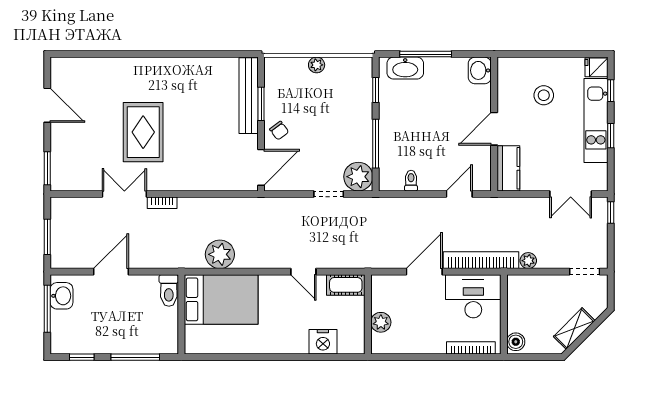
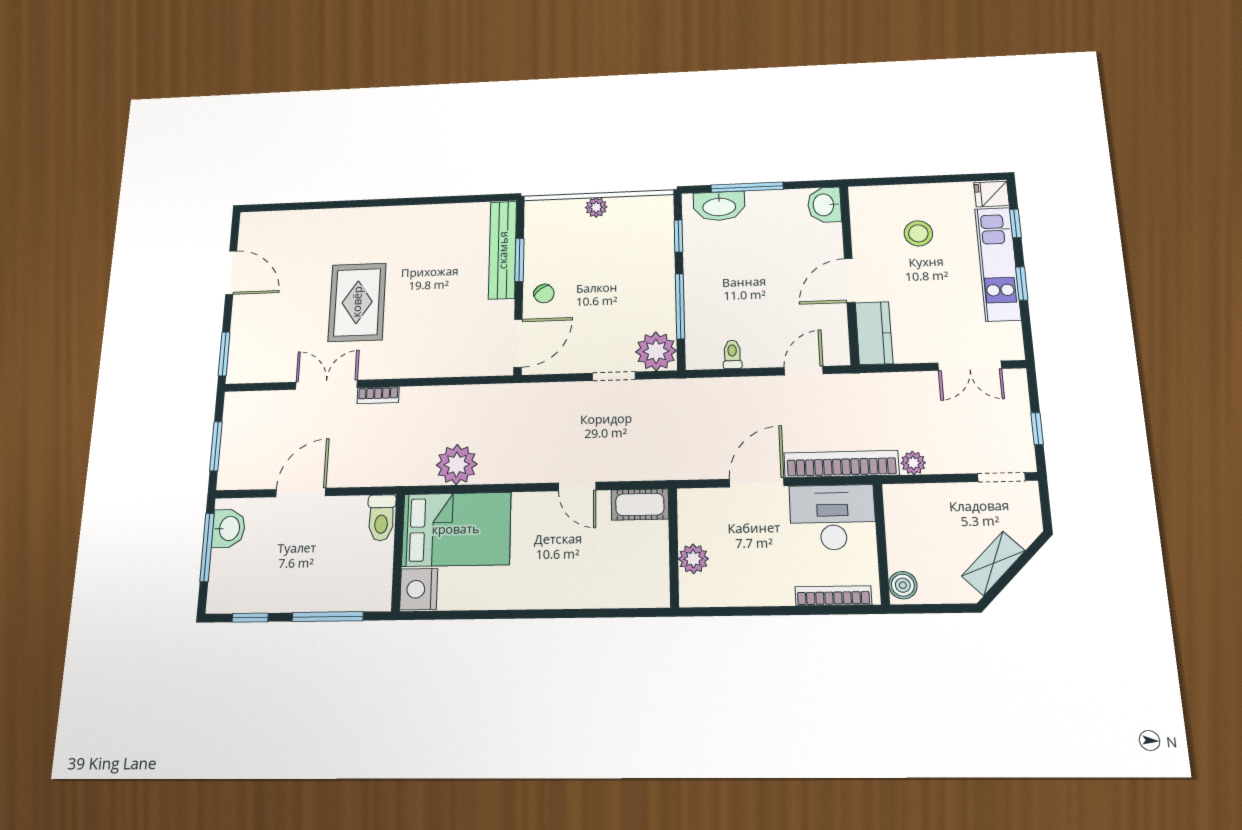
window: (611, 212) -> (1037, 429), moved
nightstand: (323, 342) -> (419, 589), moved, turned 90

